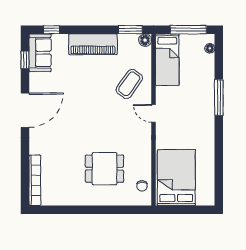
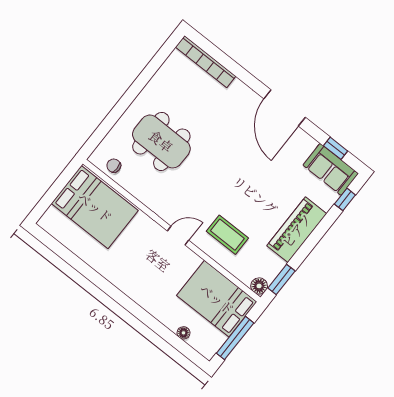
floor lamp: (210, 48) -> (183, 333), moved
bed: (167, 60) -> (217, 299), width x1.50
coffee table: (129, 84) -> (227, 235), turned -35
window: (219, 97) -> (142, 315), removed
dining table: (104, 169) -> (161, 141), width x1.37

